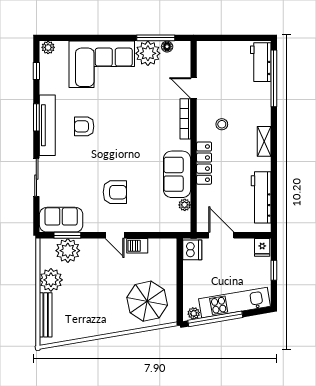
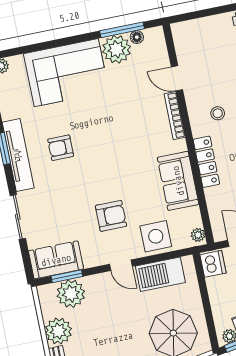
plant: (185, 205) -> (198, 235), moved
side table: (149, 217) -> (156, 236), added
barbecue: (137, 246) -> (160, 274), width x1.88, depth x1.53

